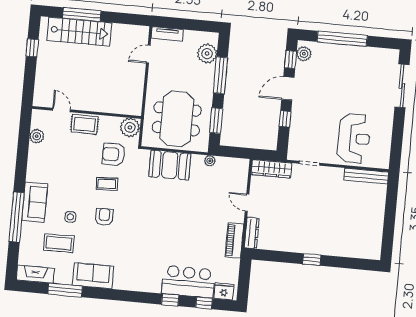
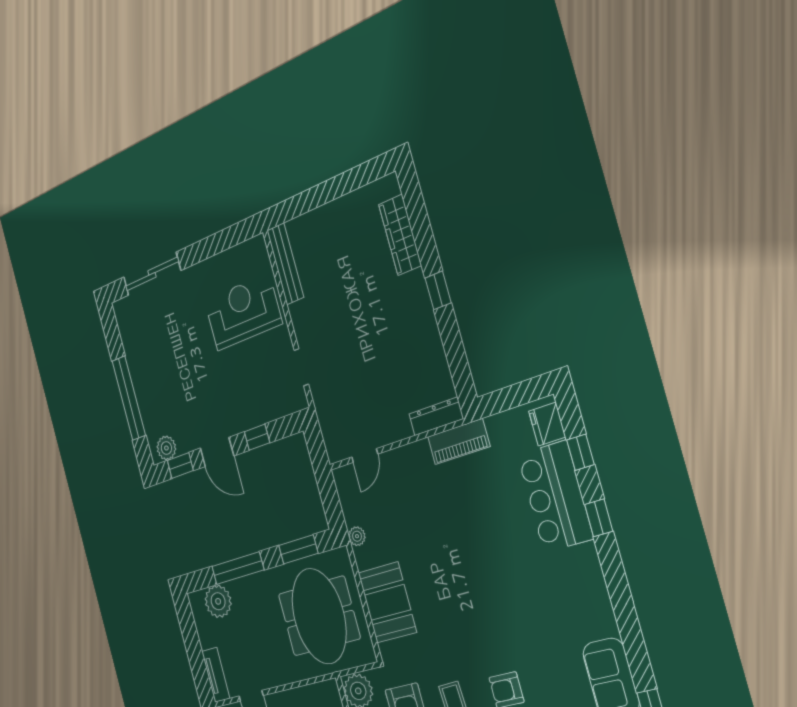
meeting table: (177, 119) -> (319, 616), turned 90
wardrobe: (271, 169) -> (400, 235), moved, turned 180
door: (247, 203) -> (365, 456), moved

